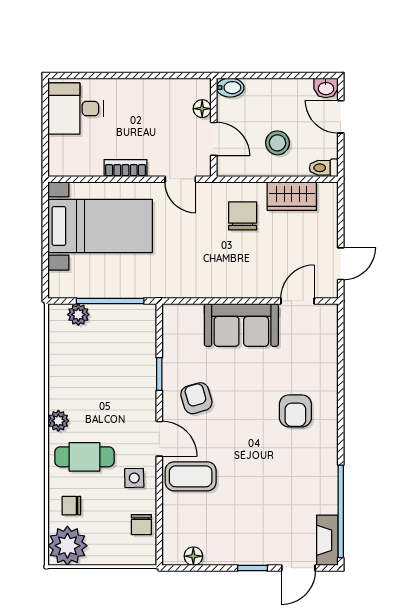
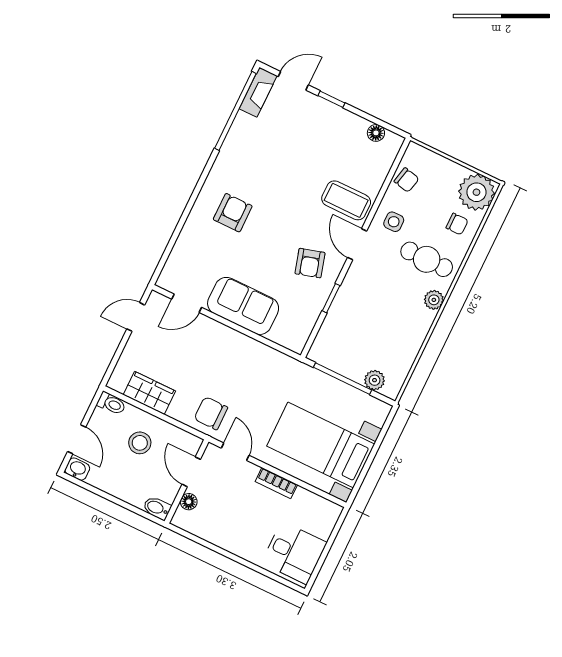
chair: (243, 216) -> (211, 413), moved, turned 90
chair: (141, 525) -> (406, 180), turned 103

